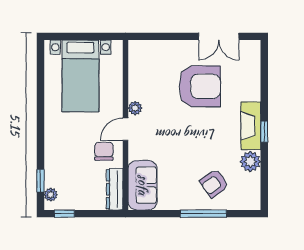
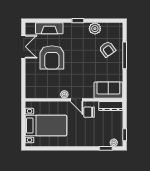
armchair: (200, 86) -> (52, 57), turned 180
fireplace: (251, 126) -> (49, 28), moved

